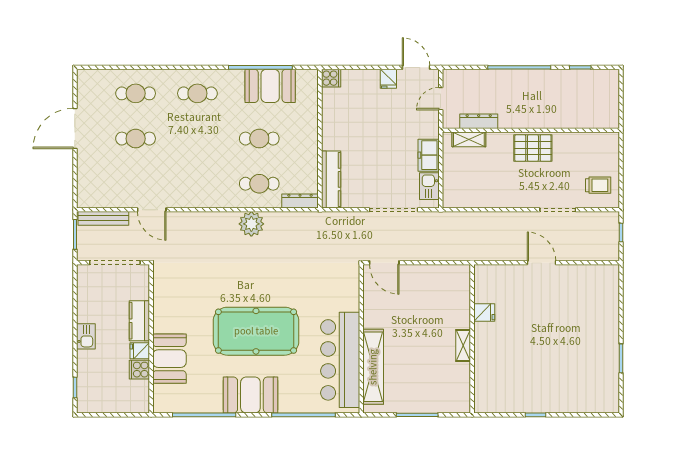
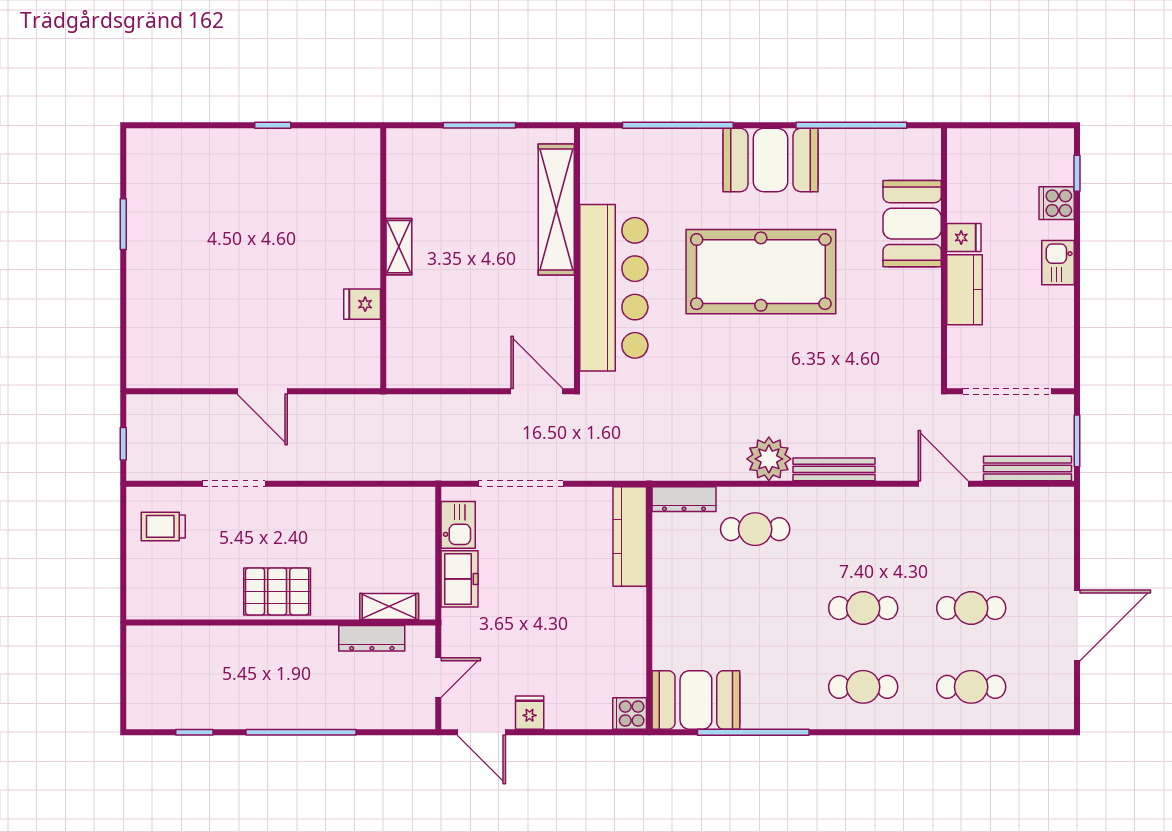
booth: (270, 86) -> (696, 700), moved
cafe table: (259, 139) -> (863, 608), moved
bench: (214, 218) -> (834, 469), added
bar counter: (340, 360) -> (614, 288), moved
cooker: (139, 370) -> (1057, 203), moved, turned 180

